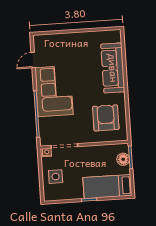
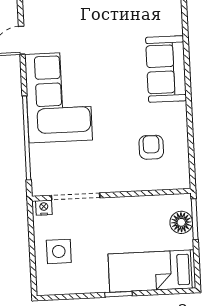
sofa: (113, 68) -> (166, 69), width x0.73
armchair: (106, 118) -> (151, 147), width x0.53, depth x0.53

